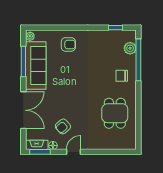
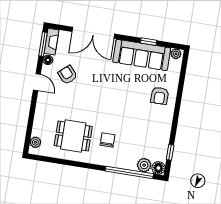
floor lamp: (131, 36) -> (158, 168), added
window: (23, 61) -> (149, 42), width x0.46
chair: (122, 76) -> (107, 140), moved
plant: (125, 145) -> (35, 142), added

